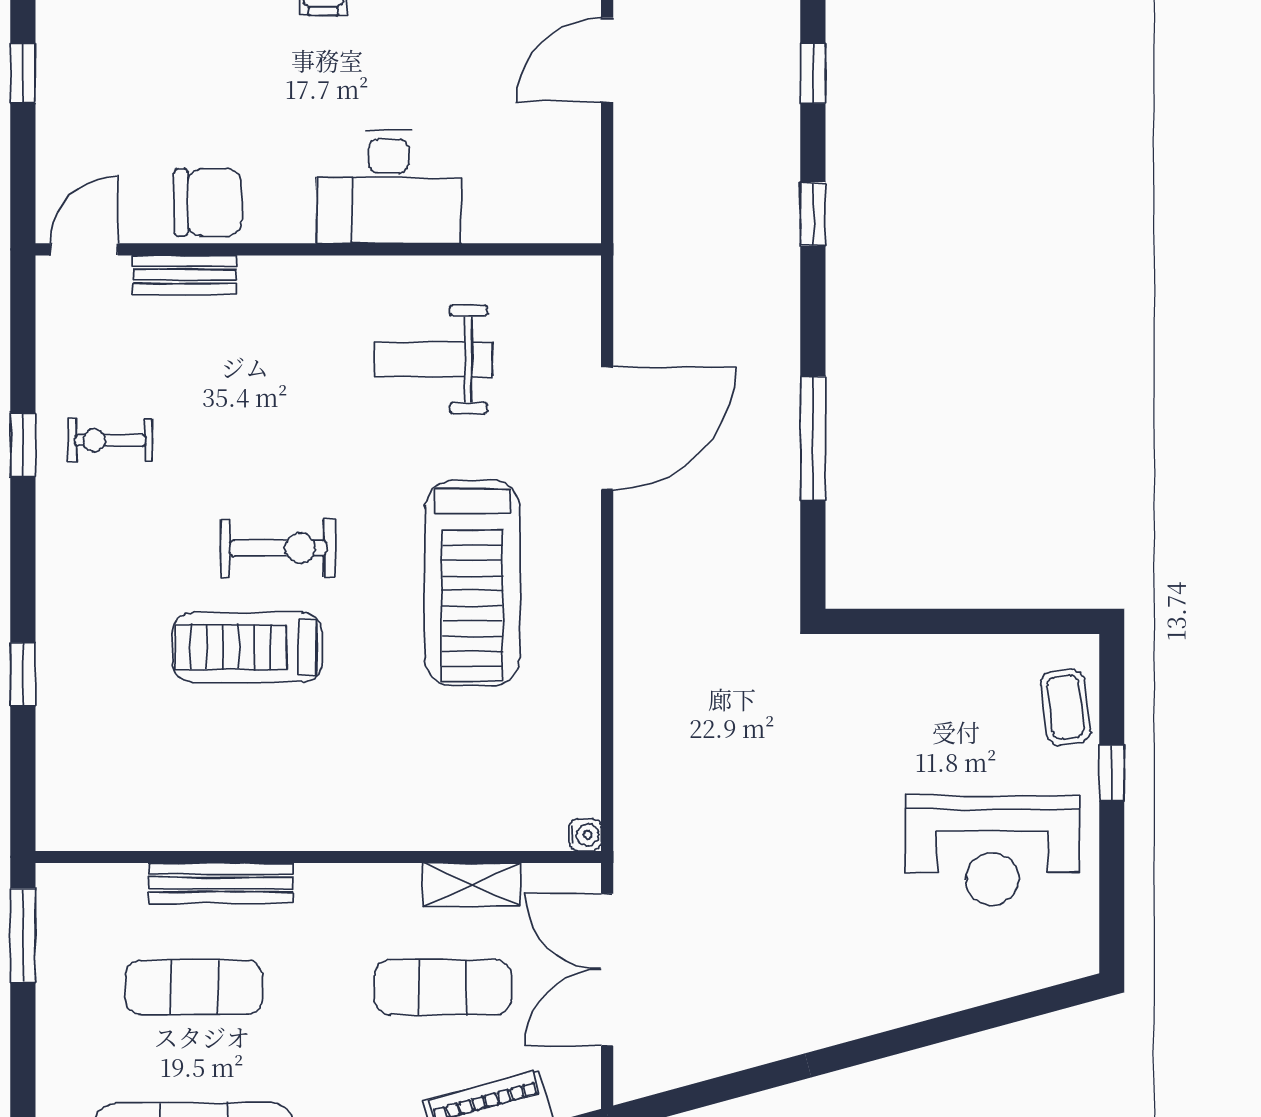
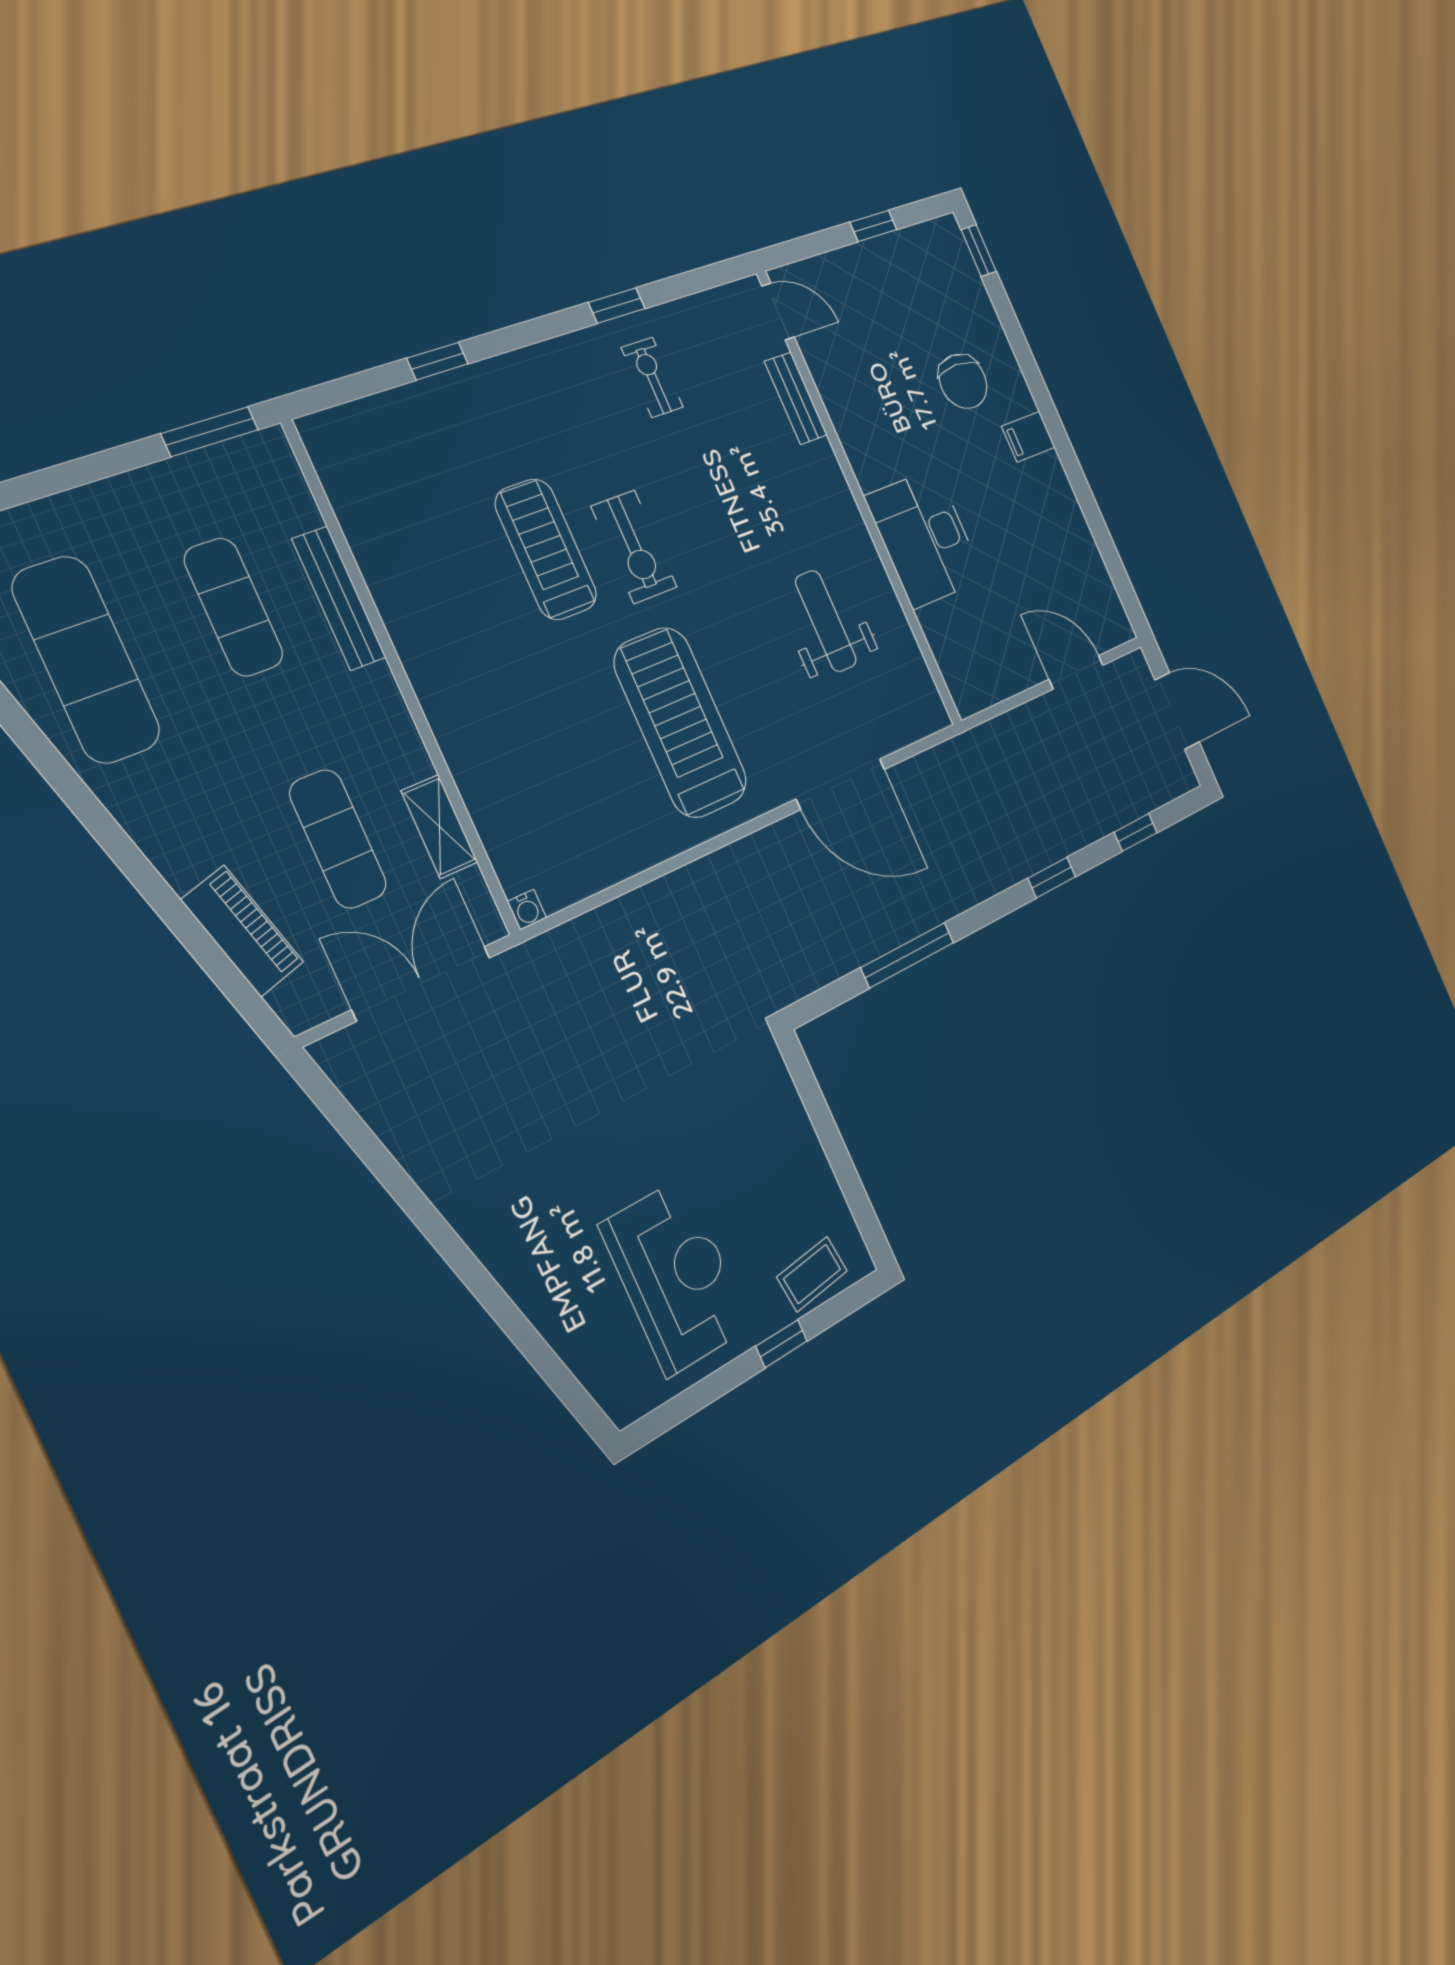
chair: (208, 203) -> (963, 381), moved
treadmill: (472, 583) -> (681, 722), turned 90
reception desk: (992, 851) -> (675, 1276), turned 180

